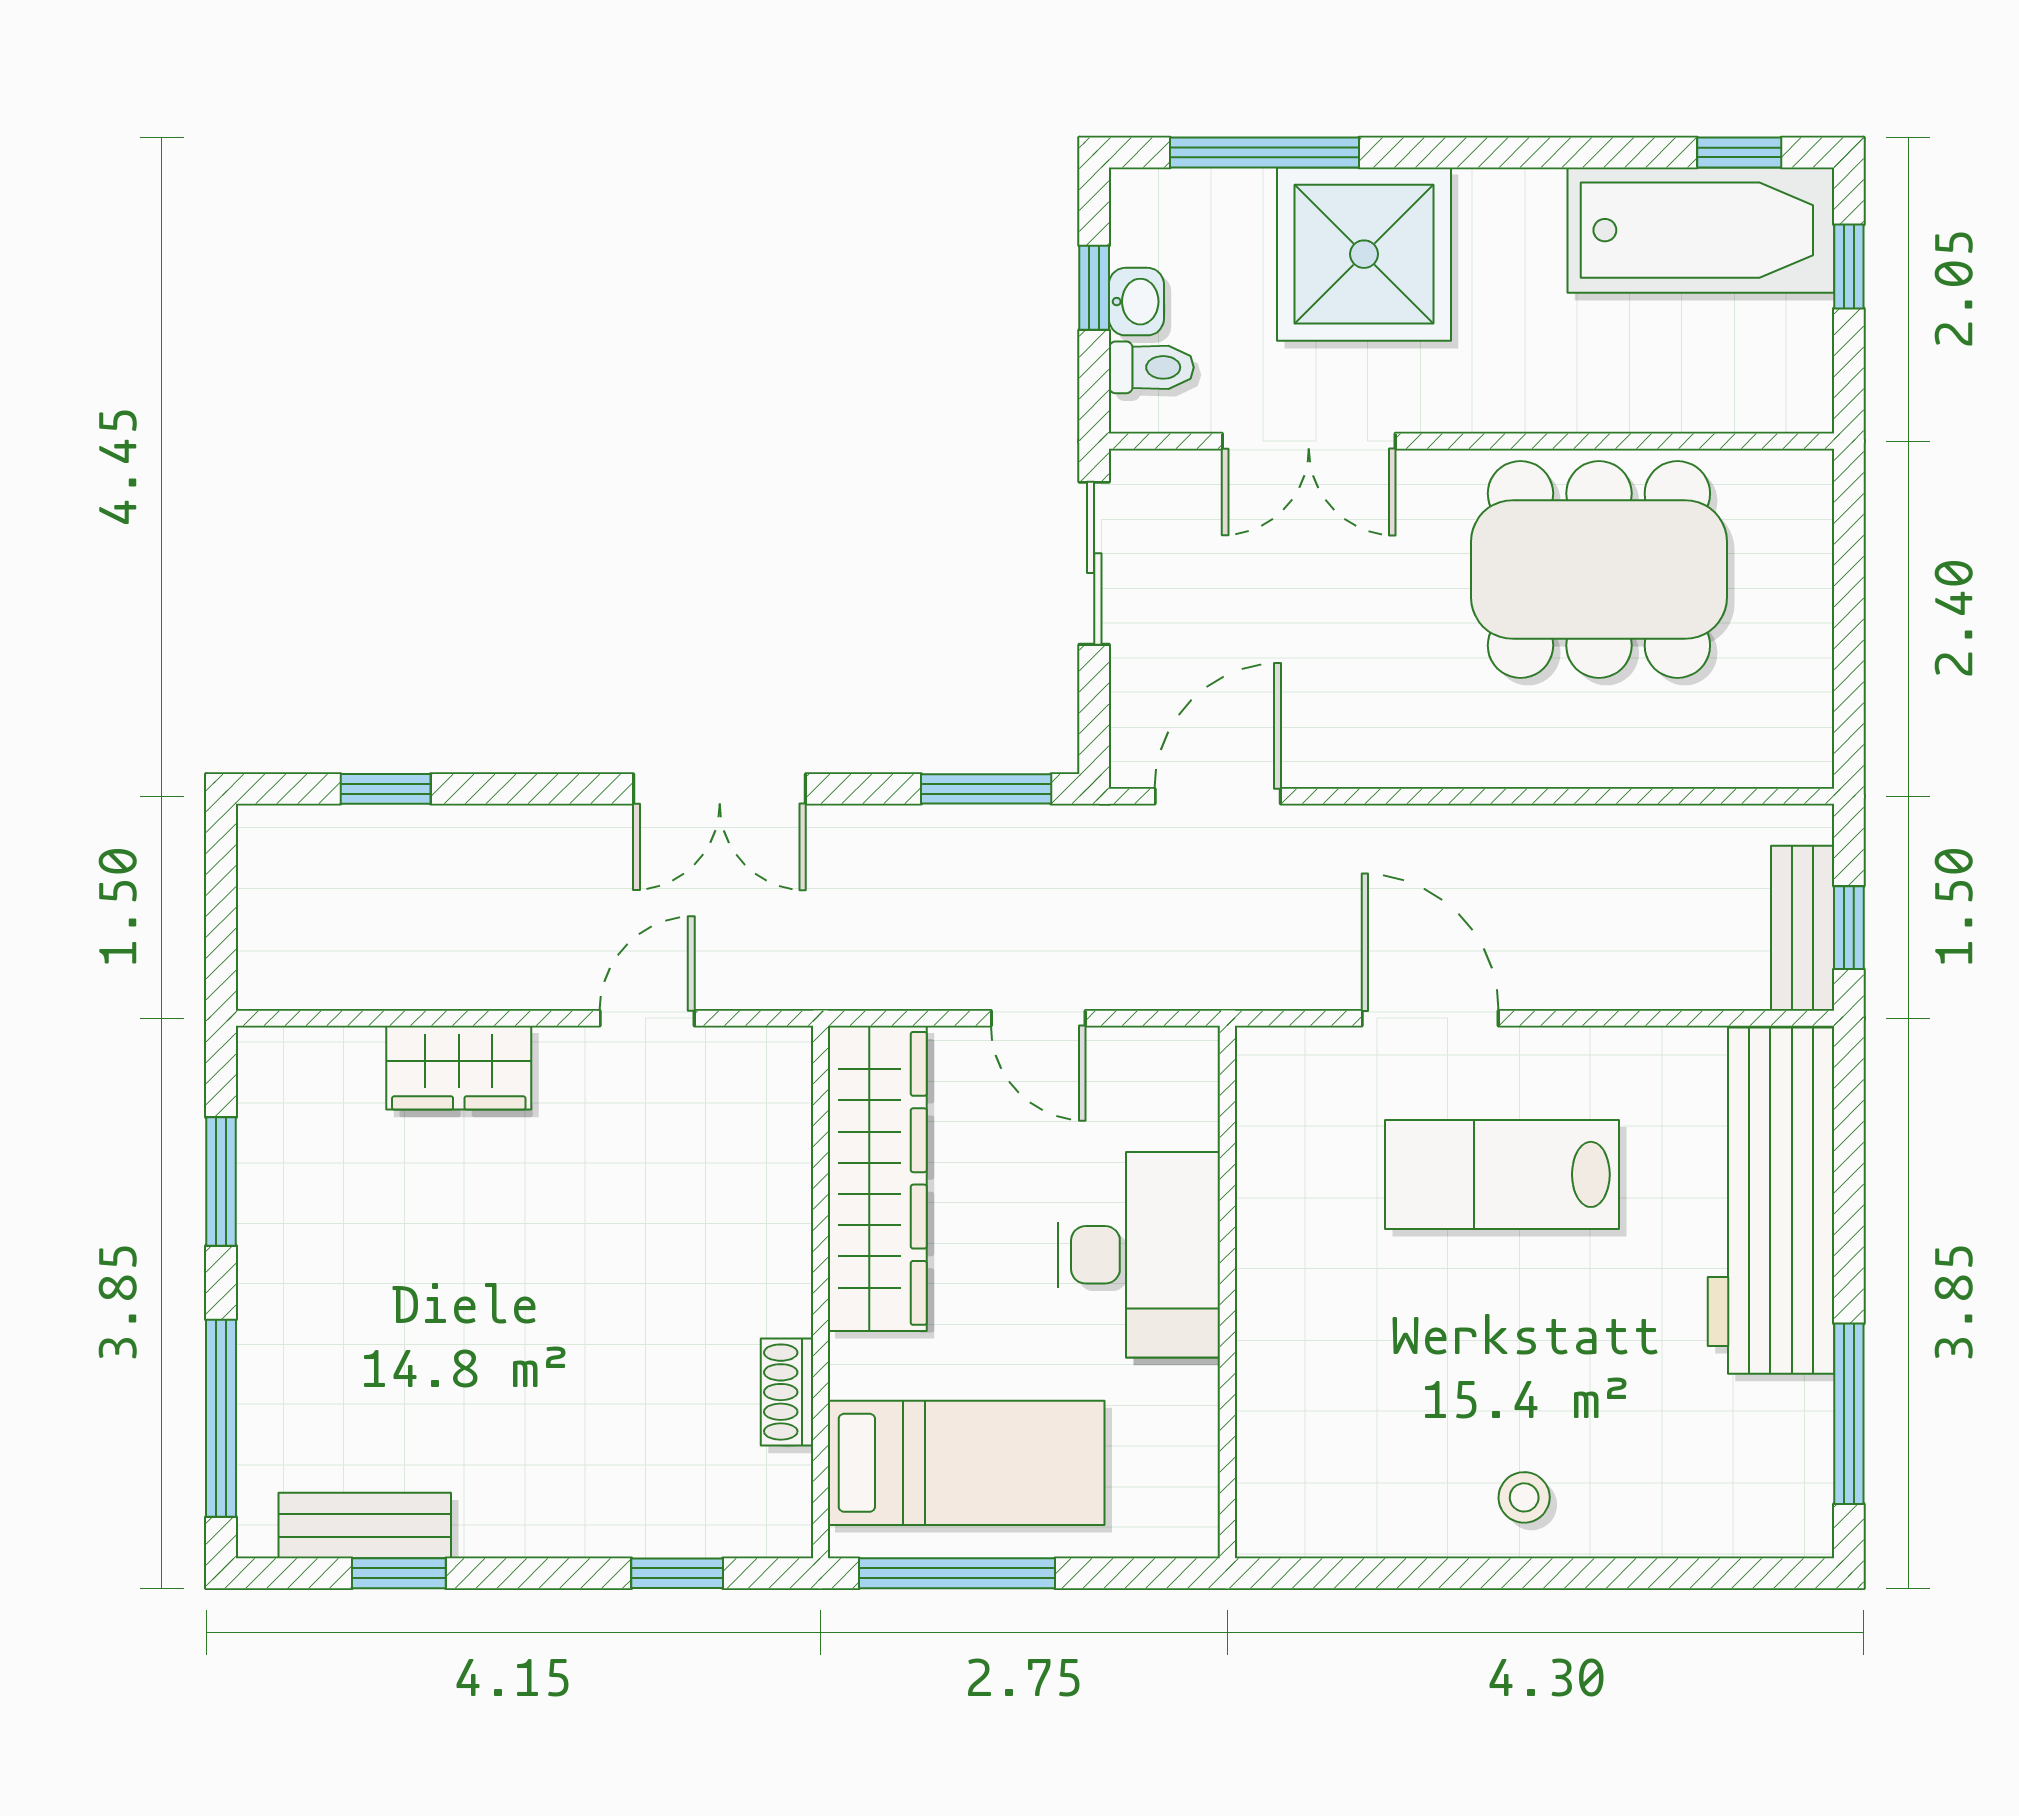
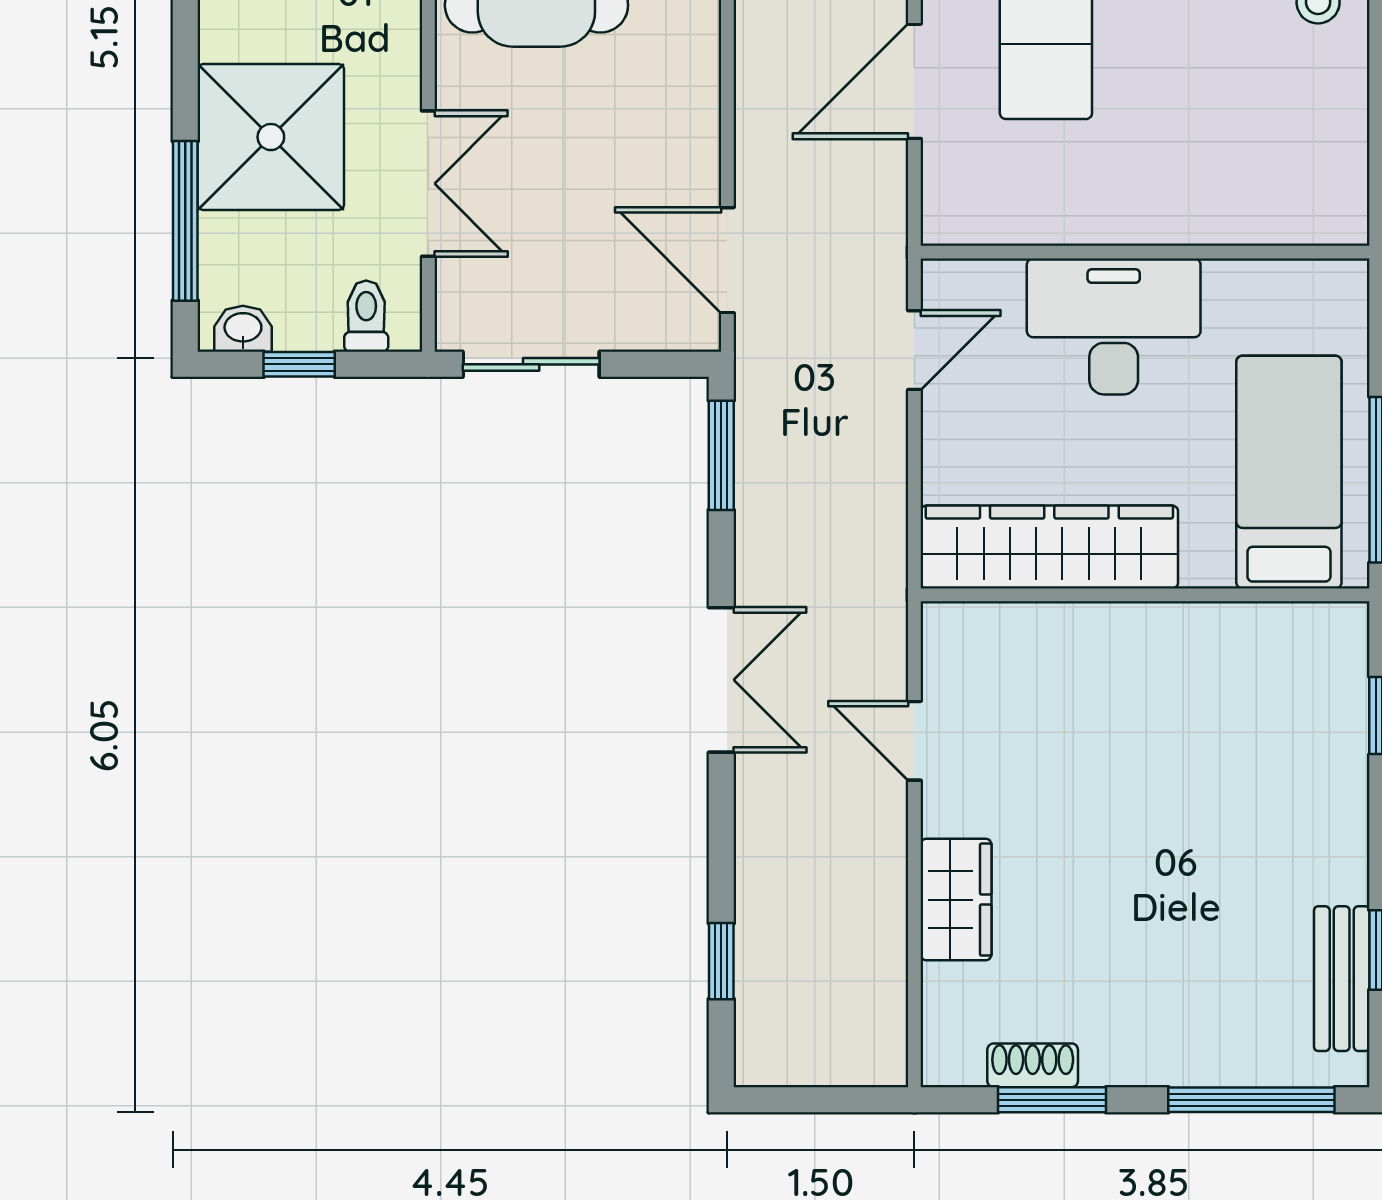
washbasin: (1136, 302) -> (243, 329), moved
door: (1038, 1018) -> (914, 350), moved
shoe rack: (787, 1392) -> (1033, 1065), moved, turned 180

